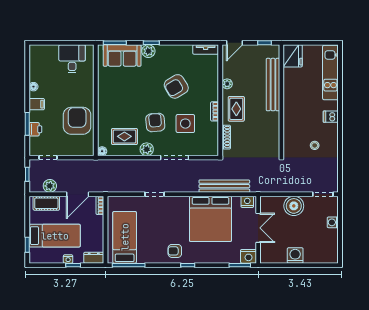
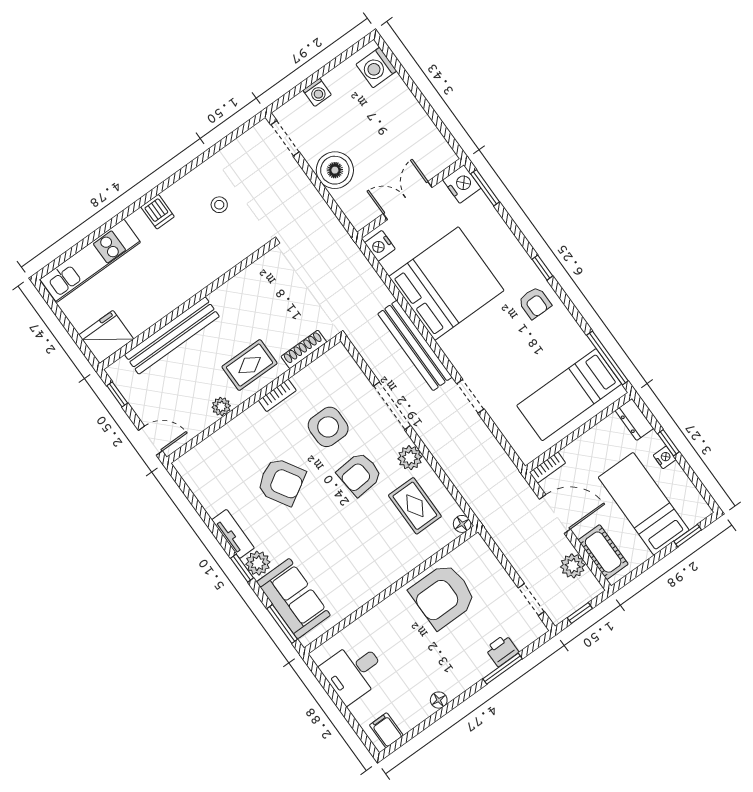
tv unit: (206, 49) -> (233, 534), moved
filing cabinet: (37, 104) -> (386, 730), moved
bench: (224, 186) -> (415, 345), moved
washing machine: (295, 255) -> (376, 68), moved

